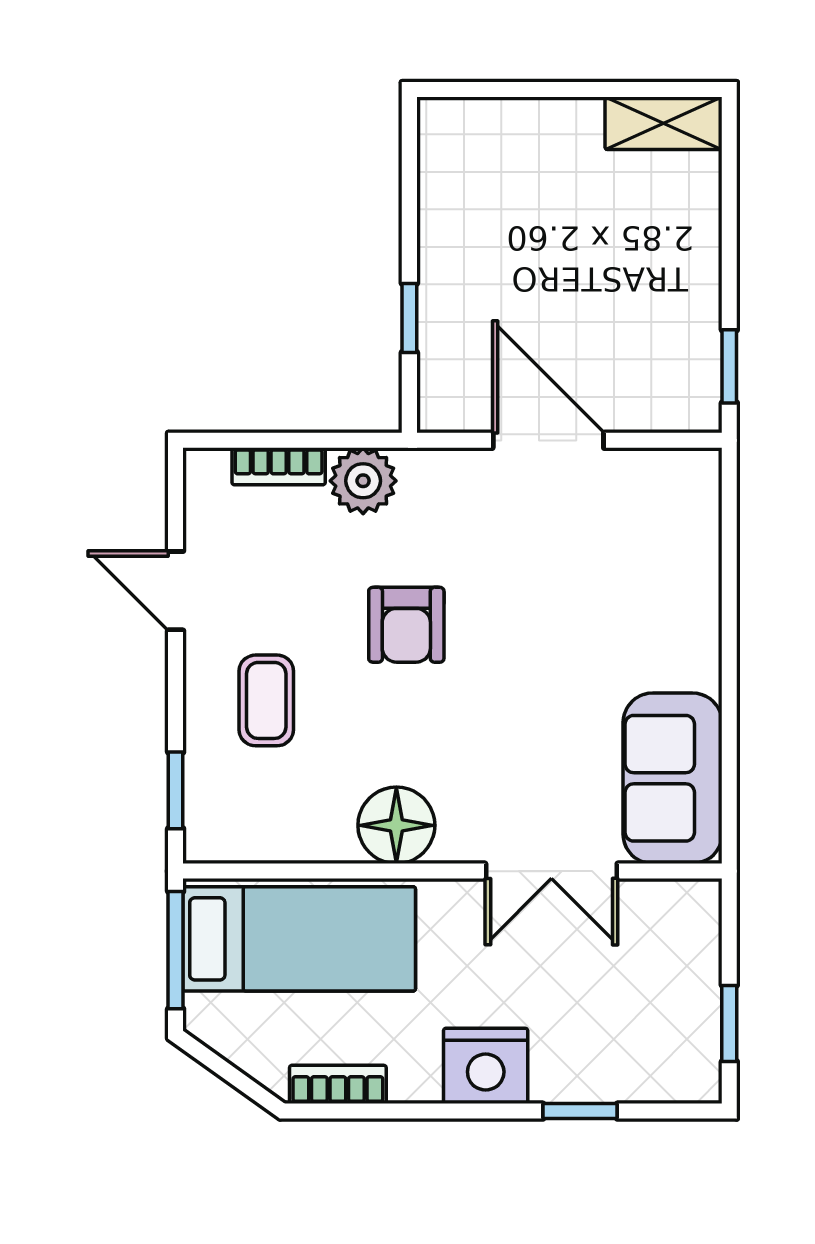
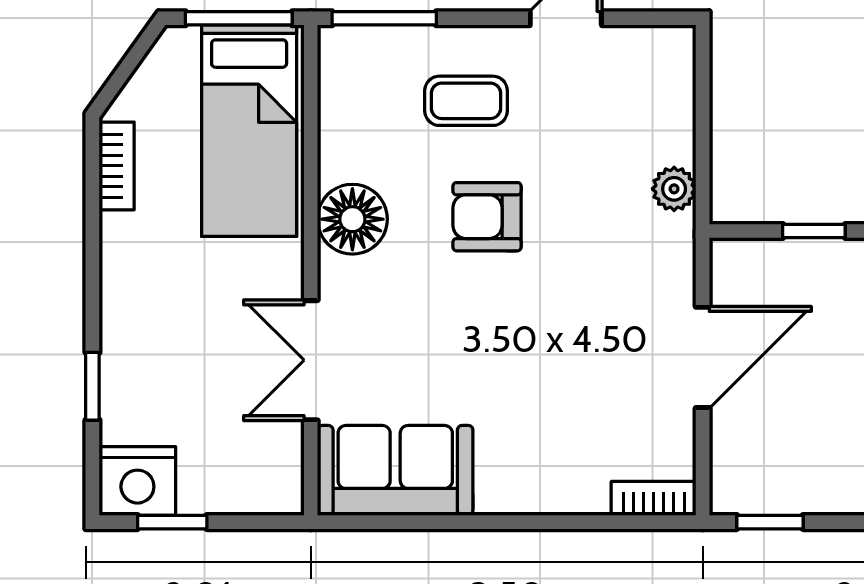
bookcase: (279, 466) -> (654, 498), moved, turned 90
plant: (363, 481) -> (674, 189), width x0.73, depth x0.73
armchair: (406, 625) -> (487, 217), moved
window: (176, 790) -> (384, 18), width x1.50
nightstand: (486, 1066) -> (137, 481), moved, turned -90

